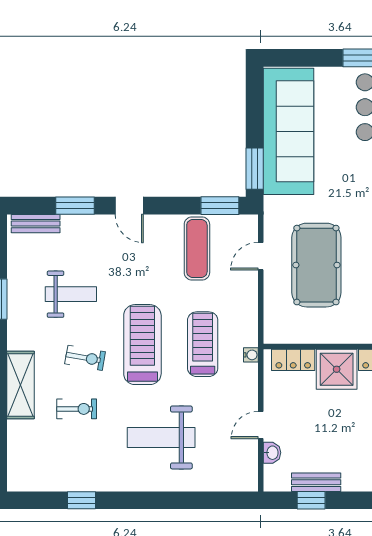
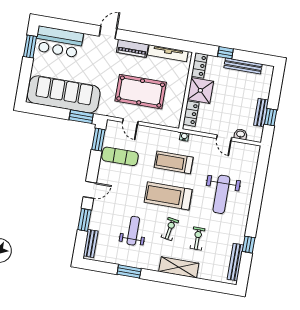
bench: (47, 482) -> (235, 262), added

